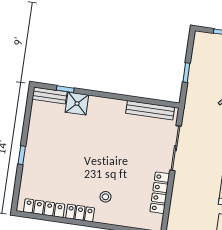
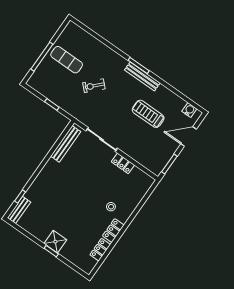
shower: (77, 104) -> (55, 242), moved
locker: (160, 193) -> (123, 163), width x0.66
locker: (44, 208) -> (100, 250), width x0.66

